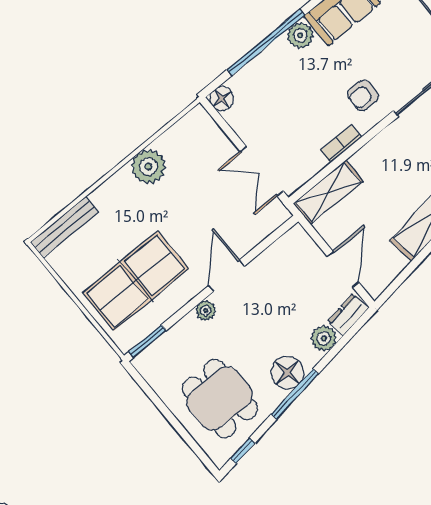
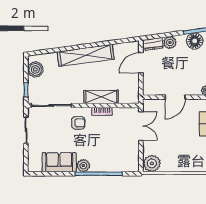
floor lamp: (222, 99) -> (133, 166), removed
plant: (148, 167) -> (152, 163), moved
shelving: (328, 192) -> (101, 97), moved
door: (226, 276) -> (175, 97), moved

